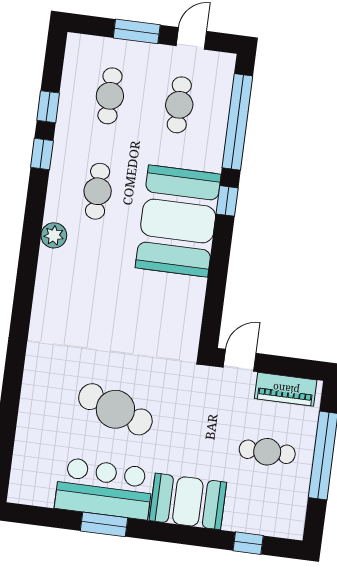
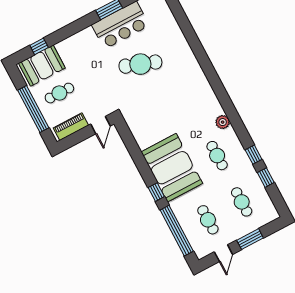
booth: (188, 501) -> (42, 66), moved

